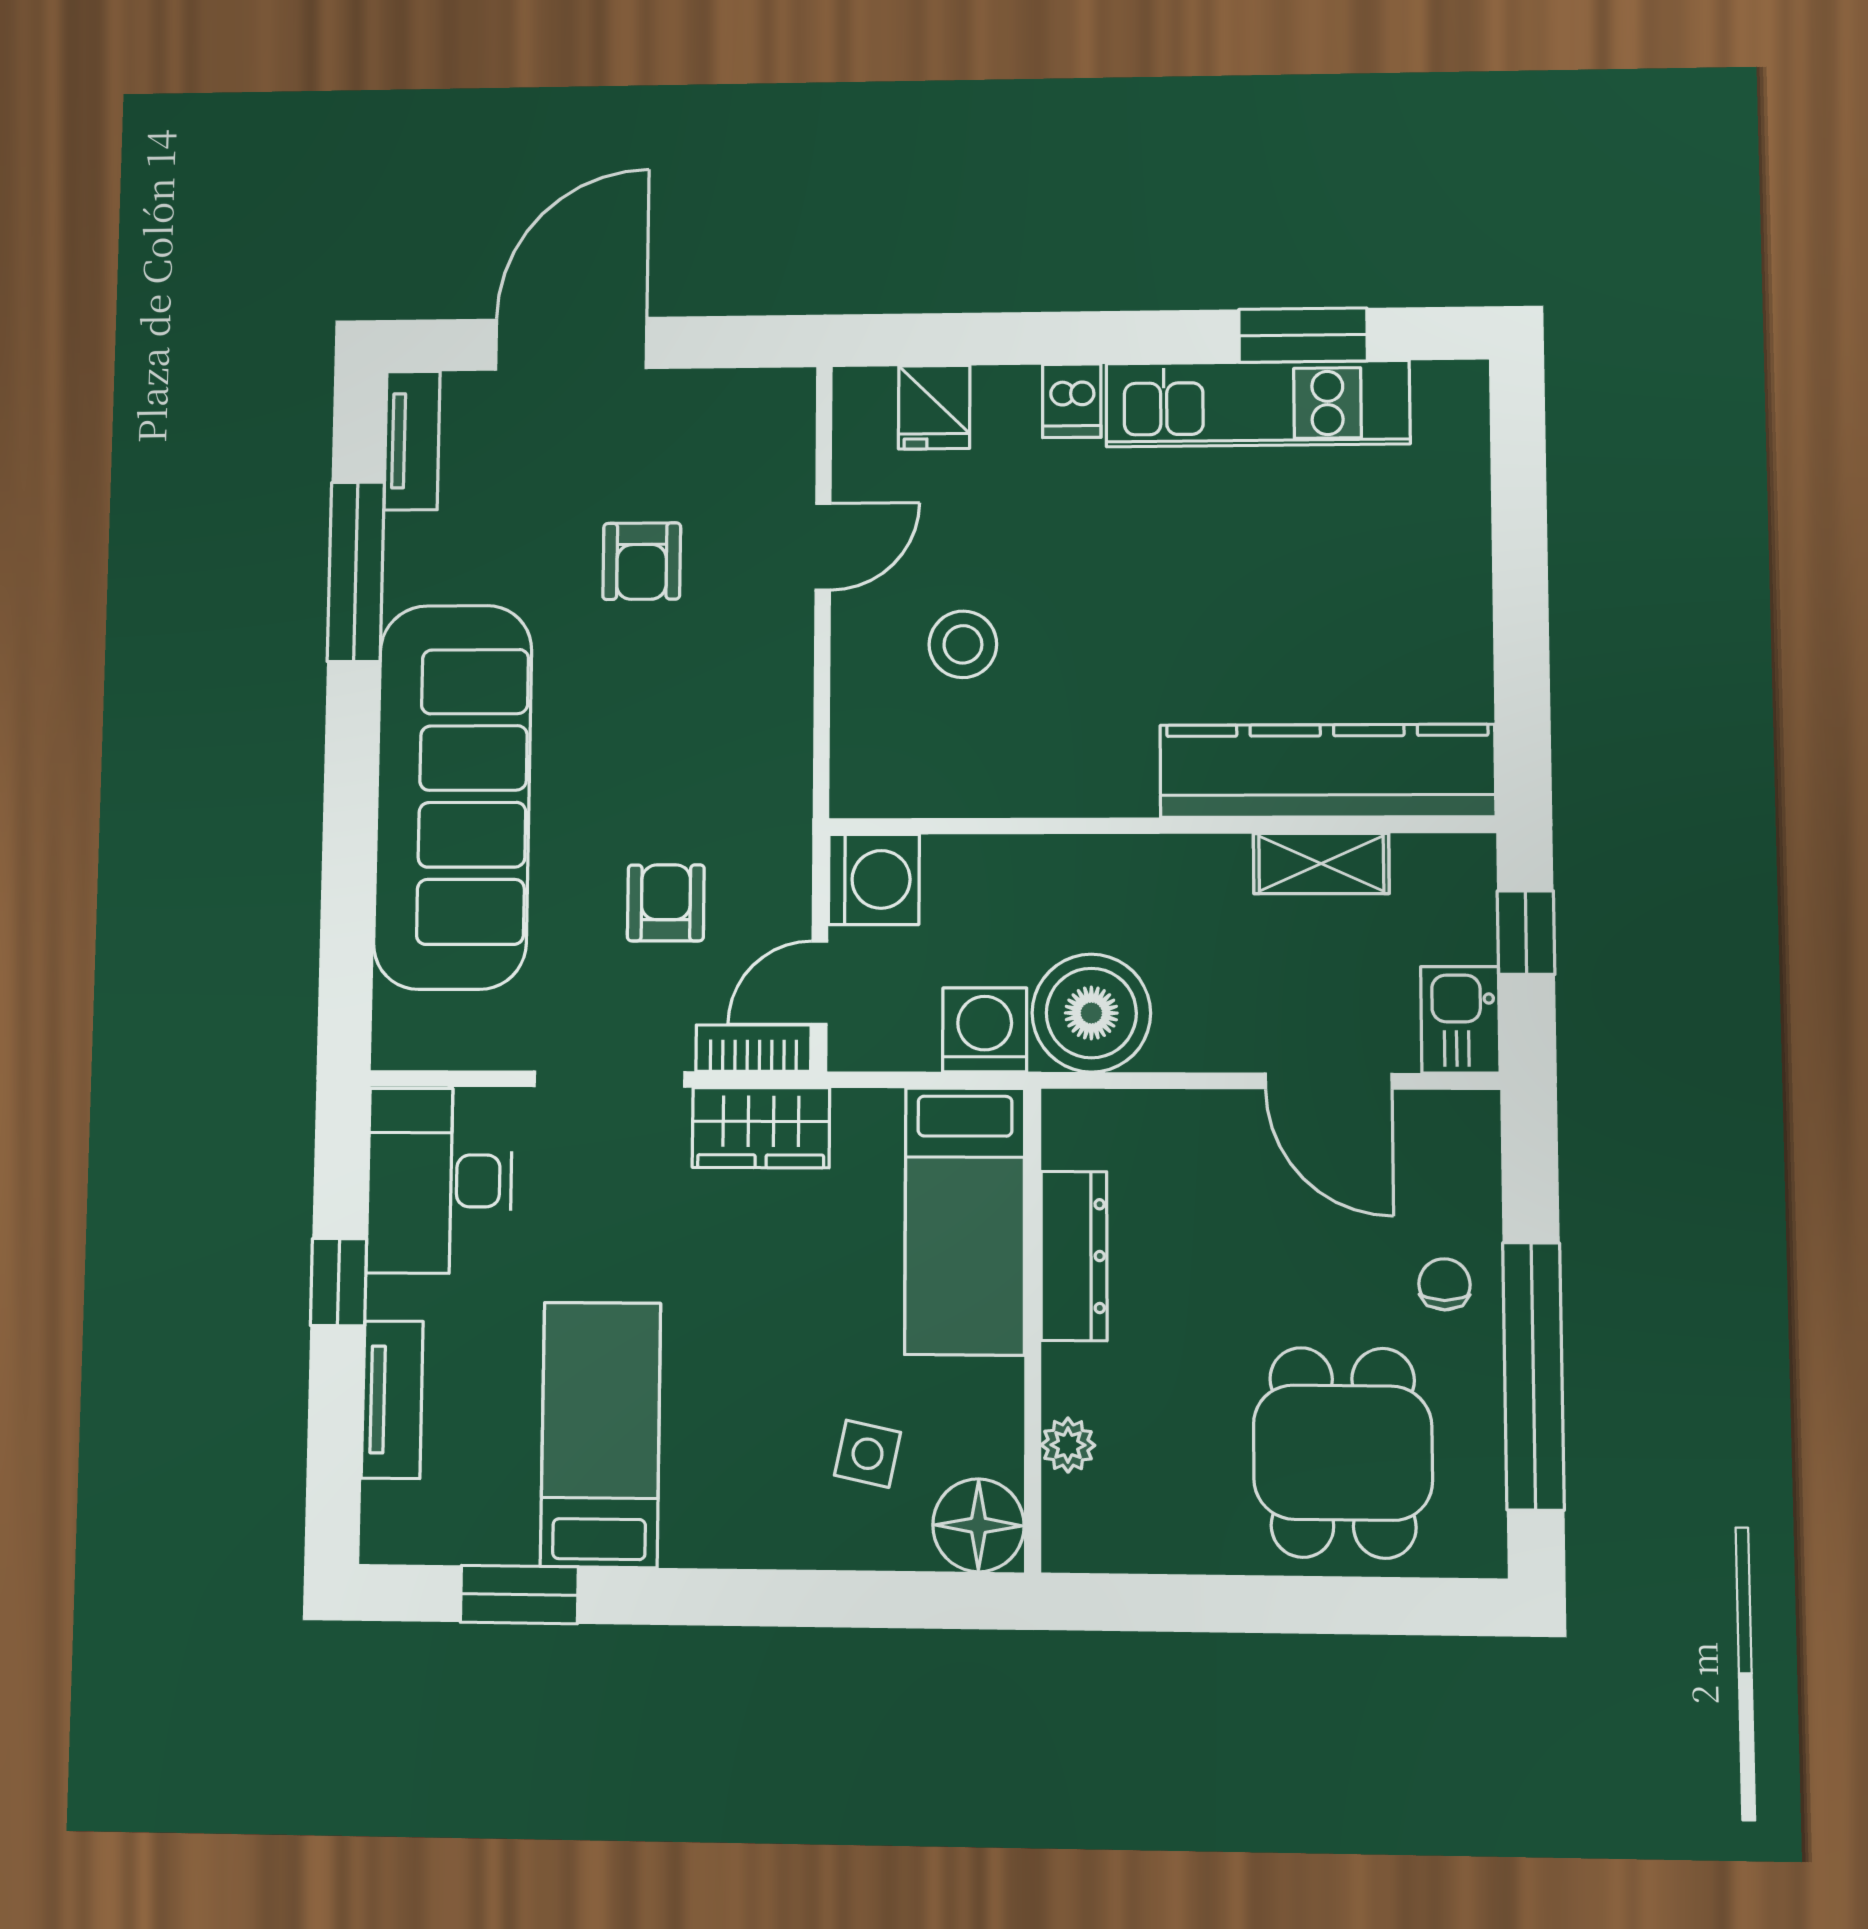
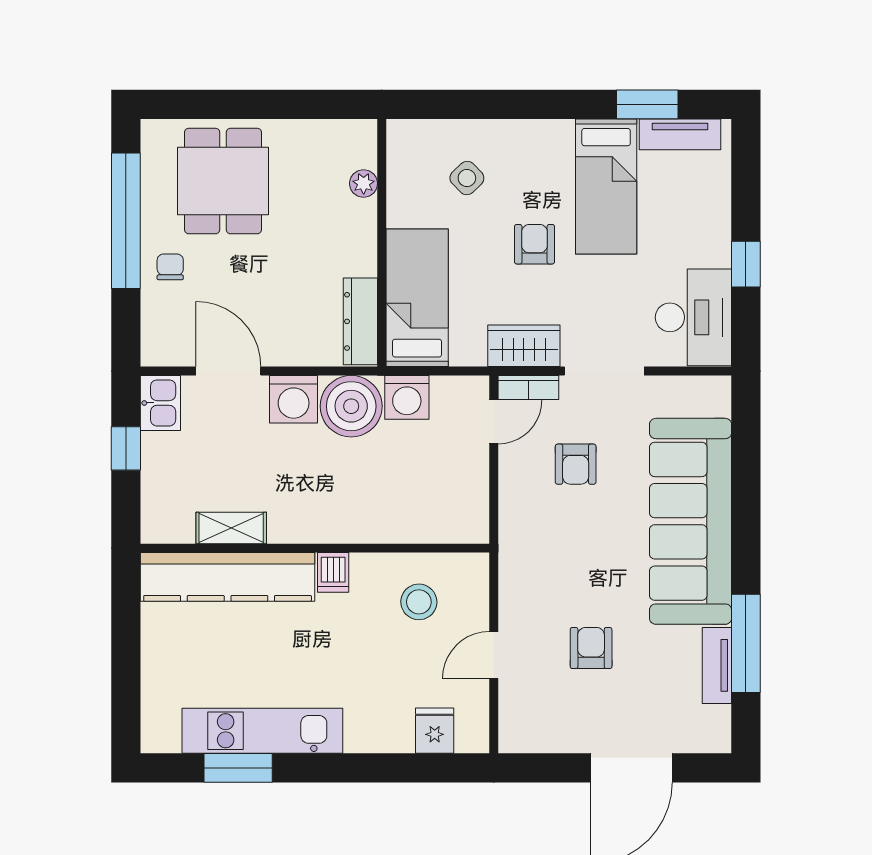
dishwasher: (1072, 401) -> (333, 572), moved, turned 180
tv unit: (412, 441) -> (717, 665), moved
kitchen counter: (1327, 771) -> (228, 577), moved
wall: (1160, 826) -> (315, 548), moved
shelving: (1321, 864) -> (231, 528), moved
washing machine: (874, 879) -> (294, 399), moved, turned -90
dresser: (1074, 1256) -> (360, 321), moved
chair: (1445, 1284) -> (170, 267), turned 180
armchair: (739, 1323) -> (534, 244), added
tv unit: (392, 1400) -> (680, 134), moved, turned -90
side table: (868, 1454) -> (467, 178), turned 34
floor lamp: (978, 1525) -> (410, 142), removed

